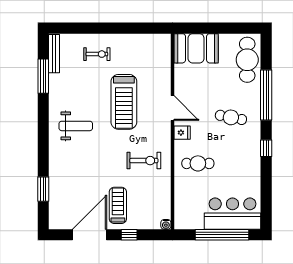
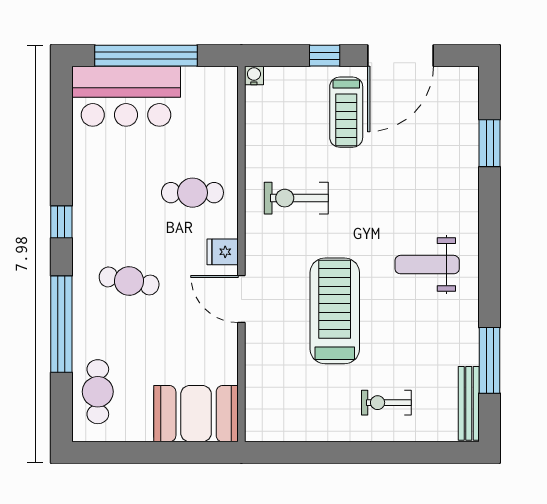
cafe table: (247, 60) -> (98, 392), width x0.73, depth x0.74

